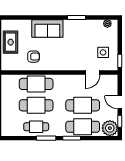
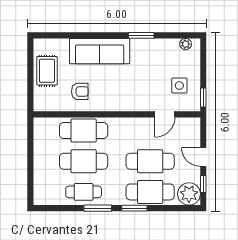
sofa: (47, 28) -> (100, 51), width x1.36

